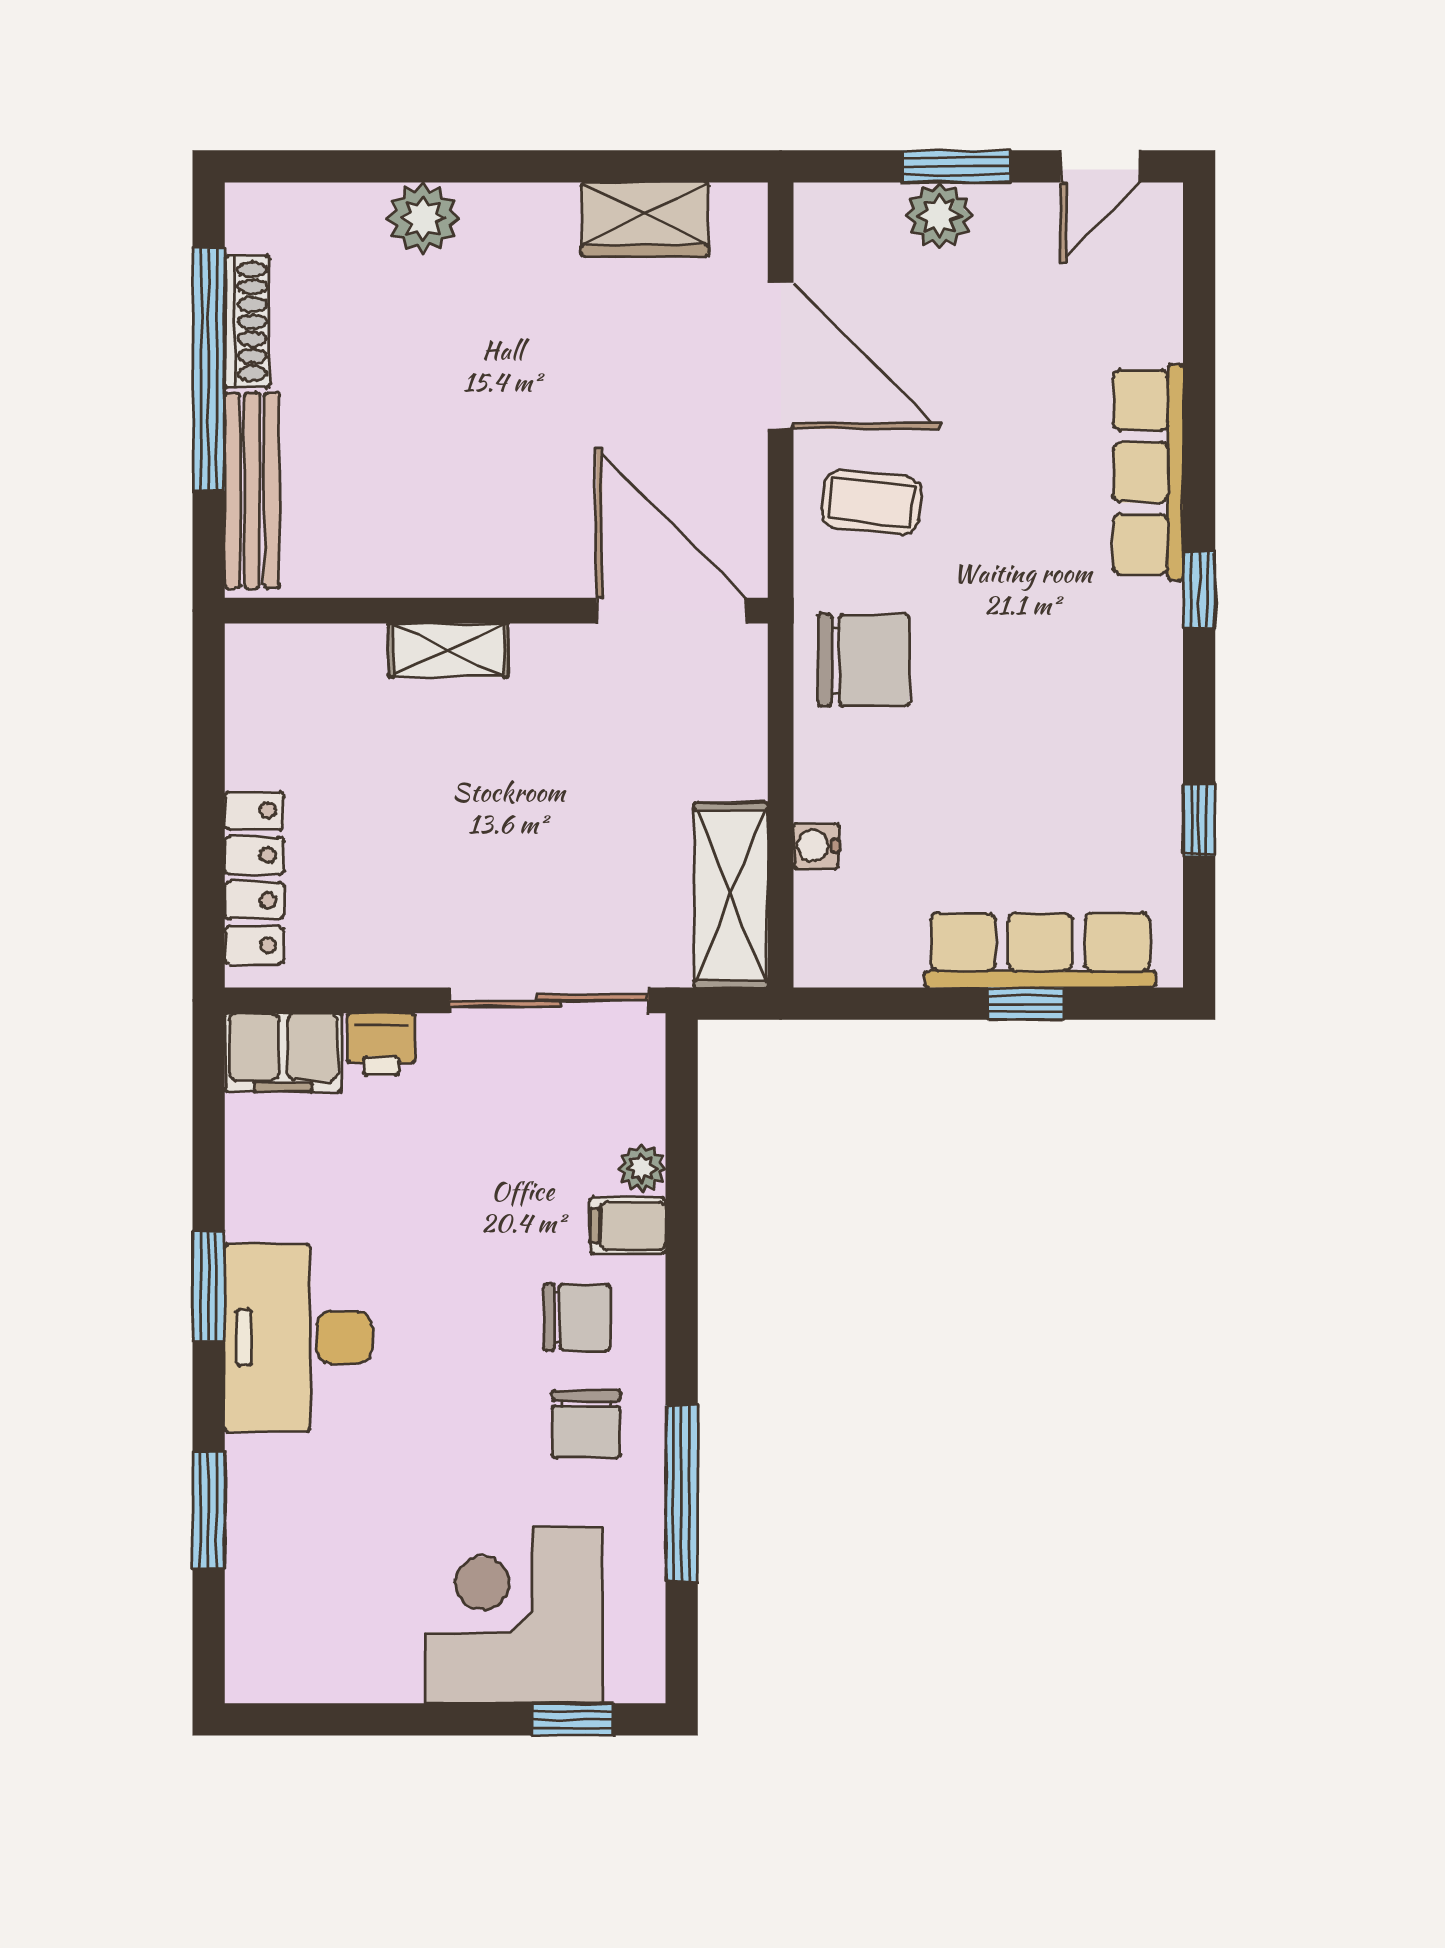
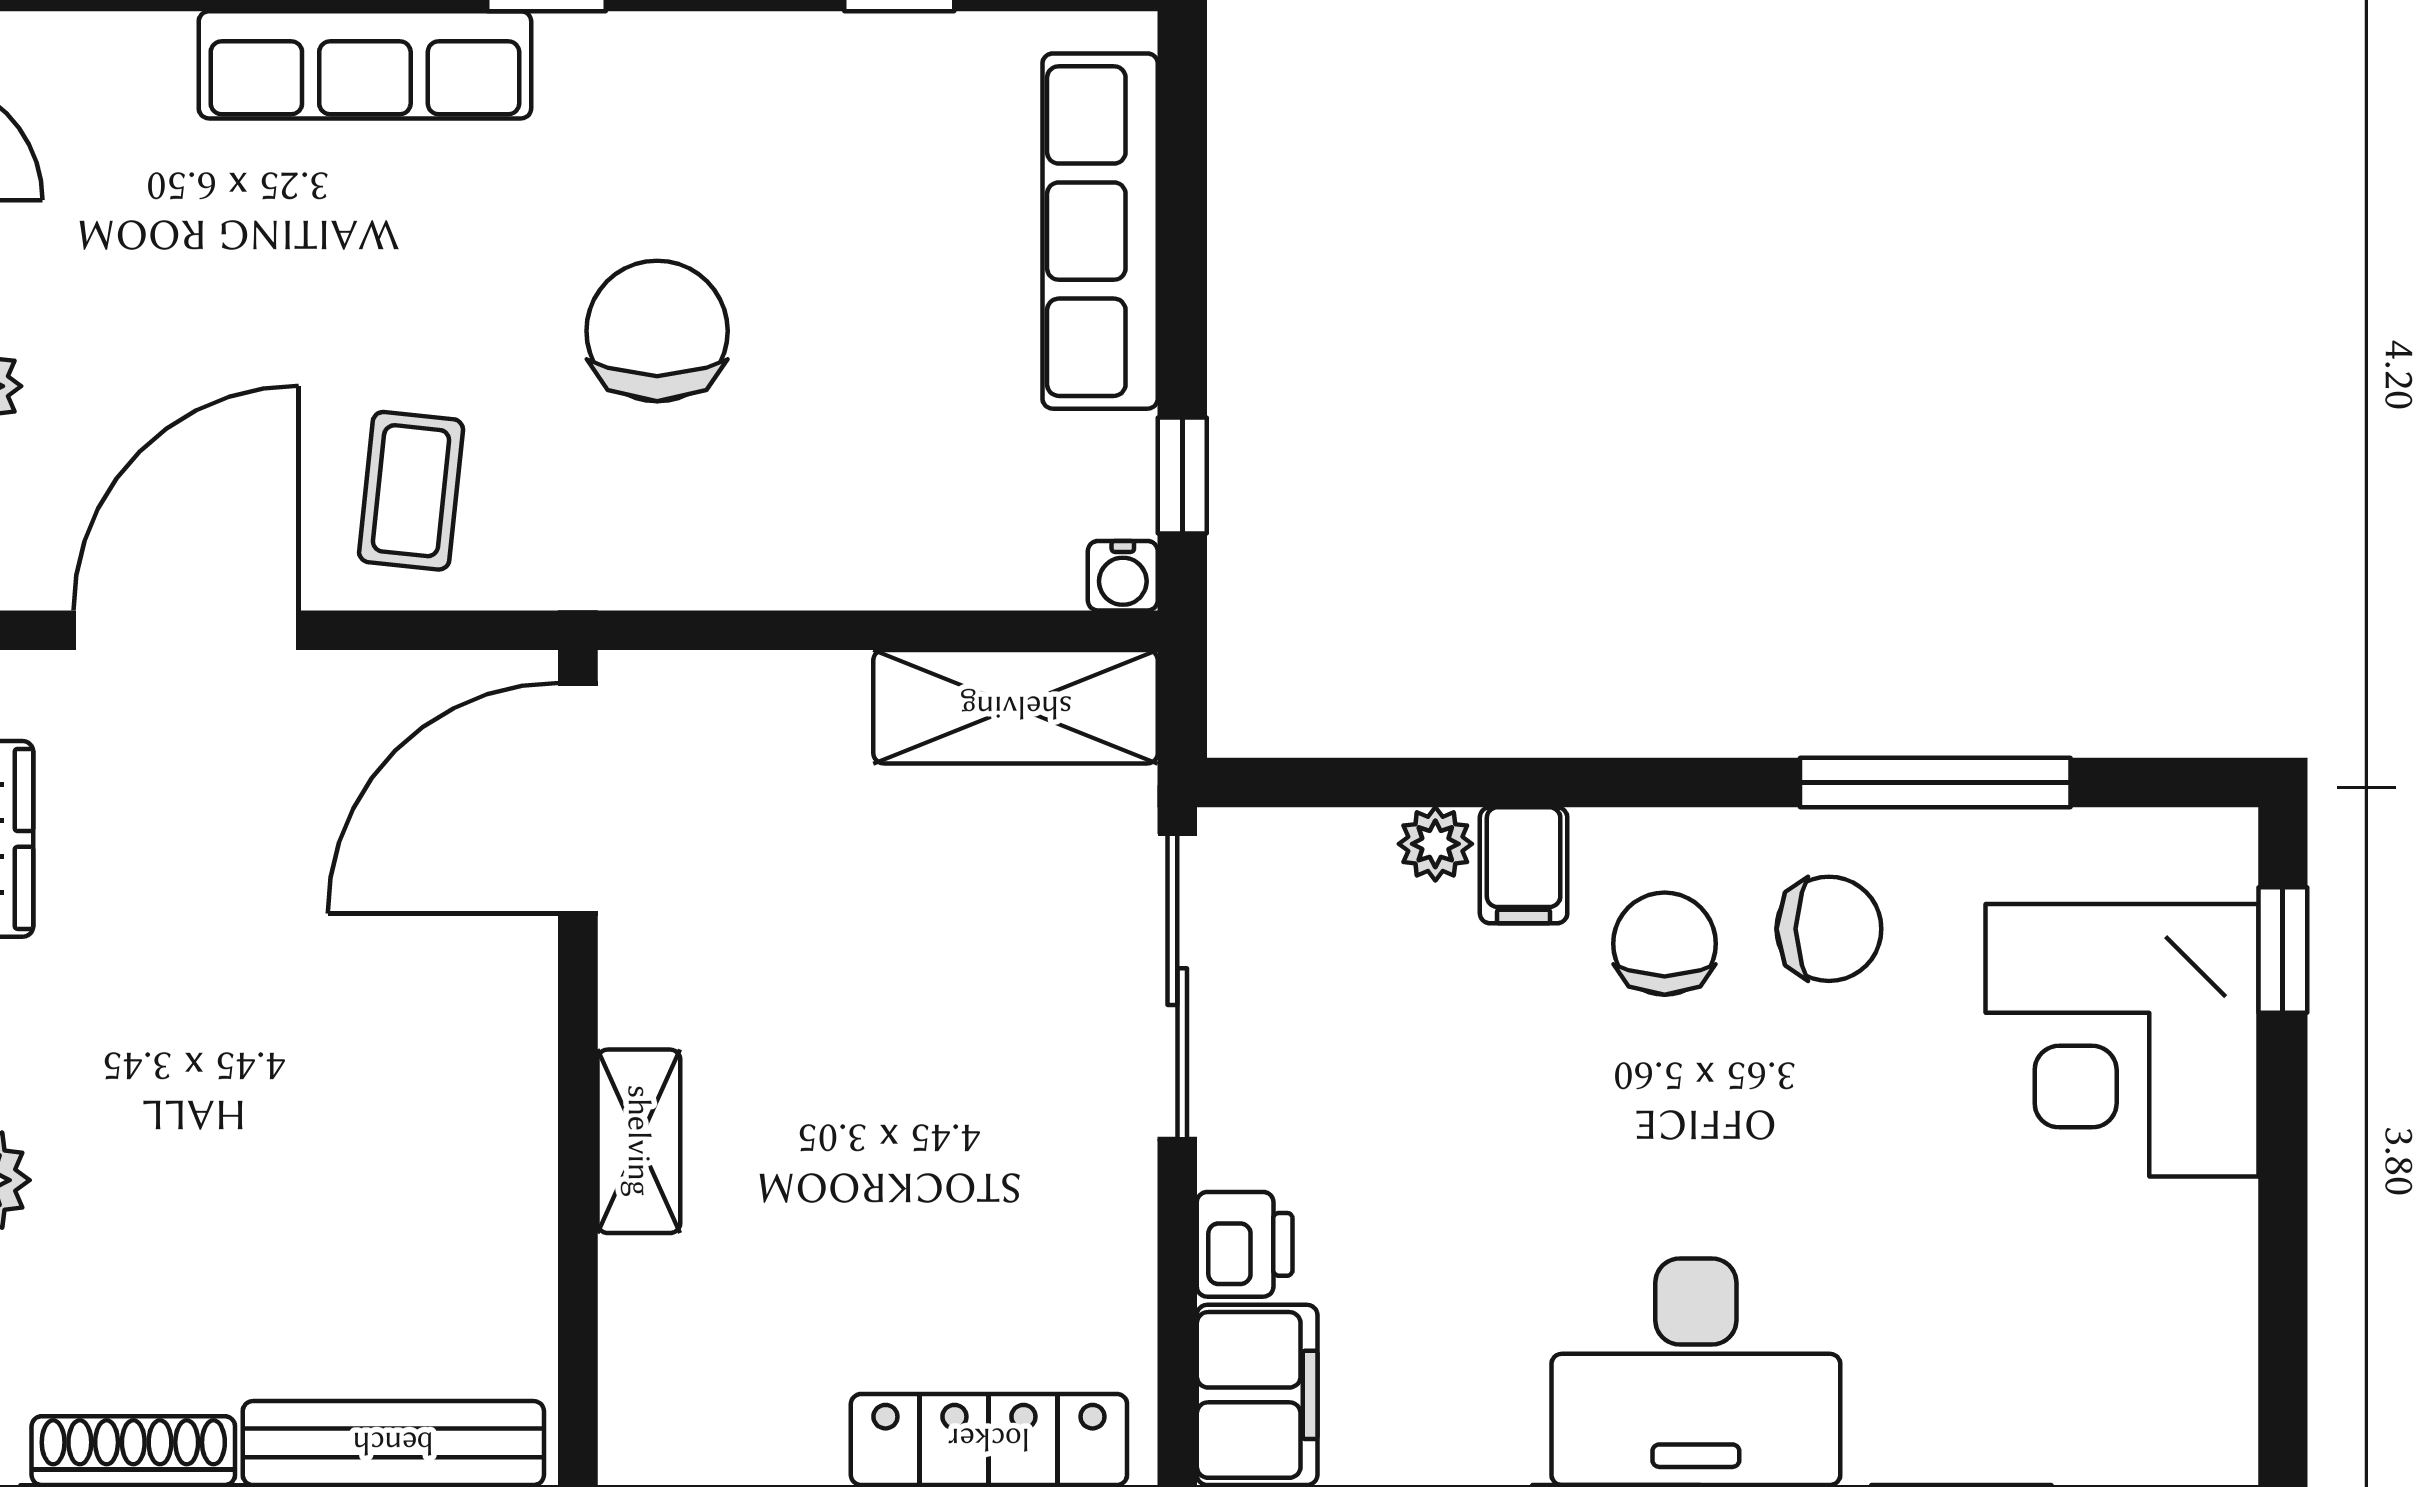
chair: (863, 660) -> (657, 331), moved
water cooler: (816, 846) -> (1123, 576), moved
window: (1026, 1004) -> (1182, 475), moved

